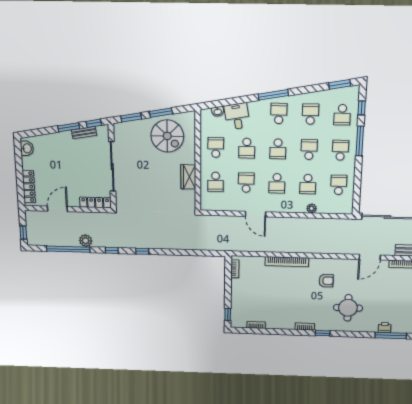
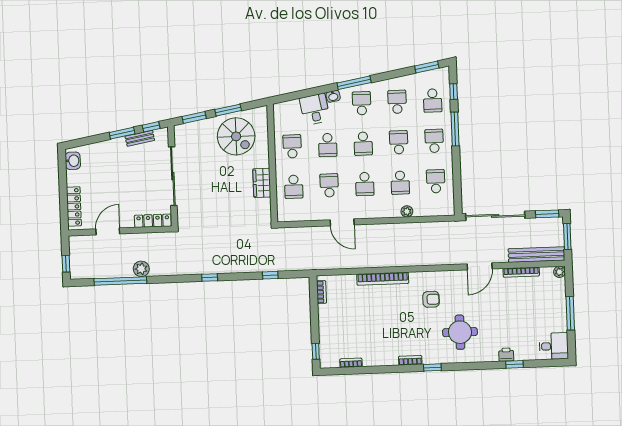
washbasin: (218, 112) -> (333, 96), moved
window: (112, 250) -> (270, 275), moved
window: (391, 335) -> (515, 364), width x0.46

